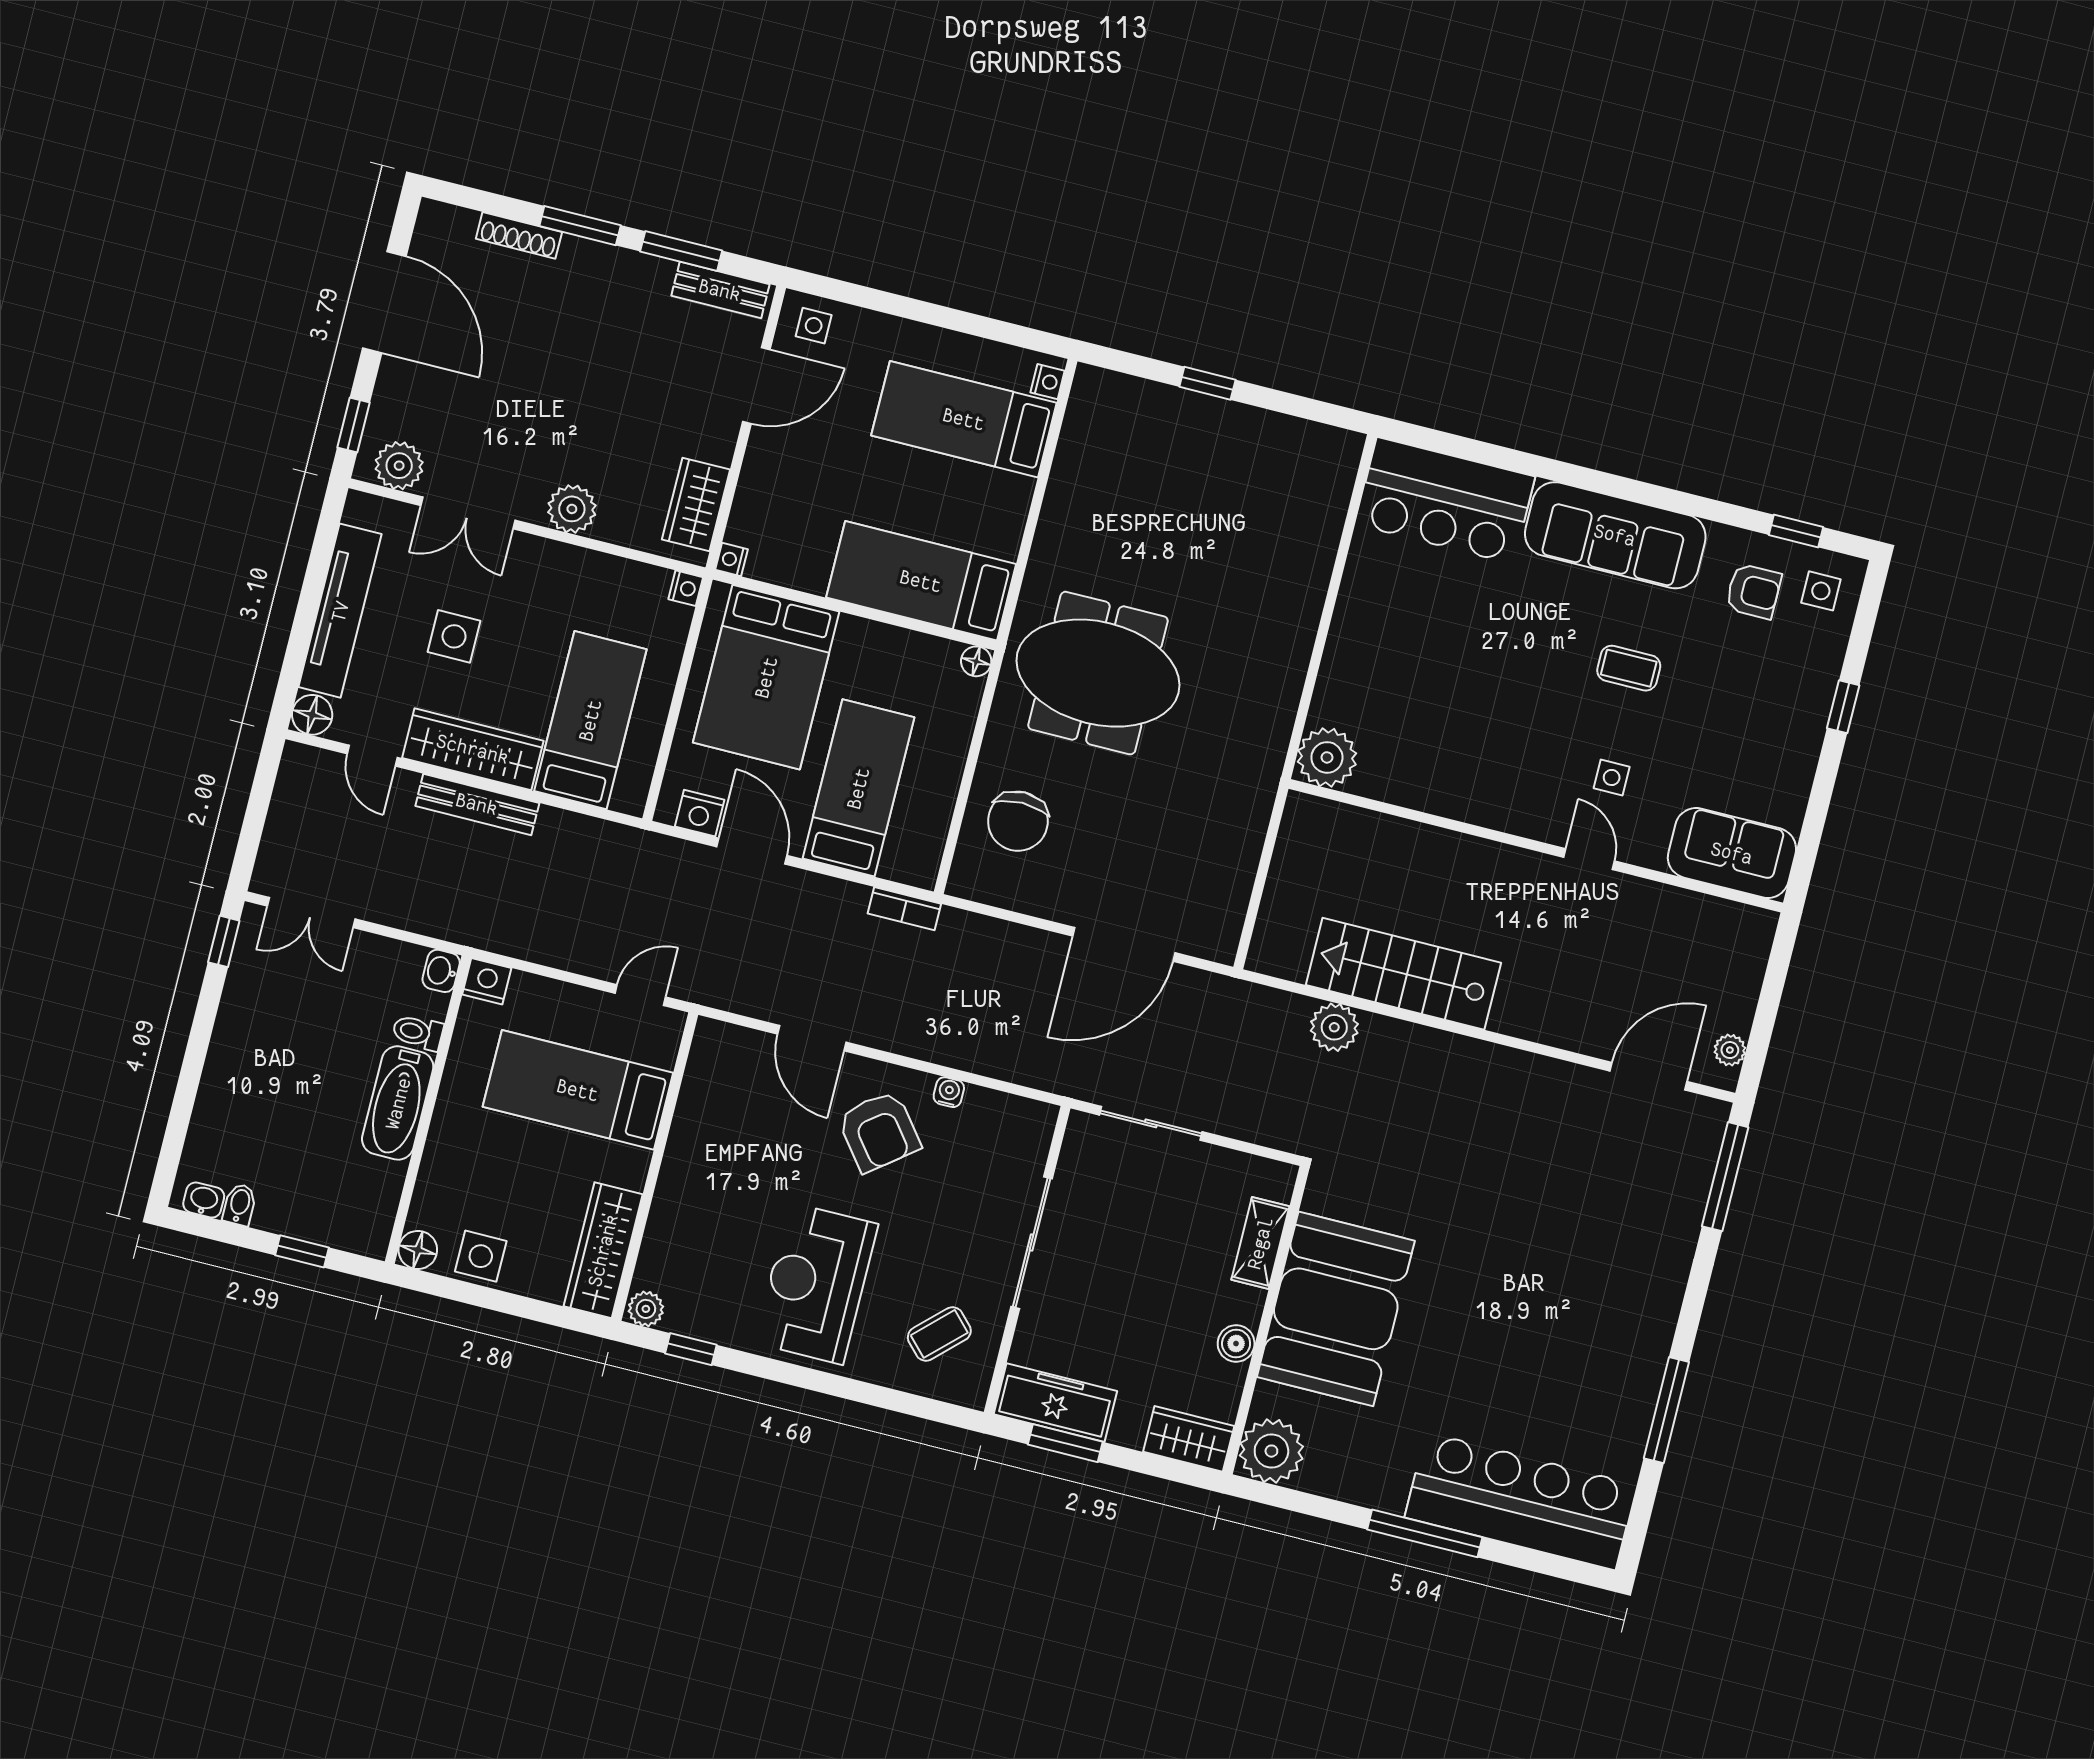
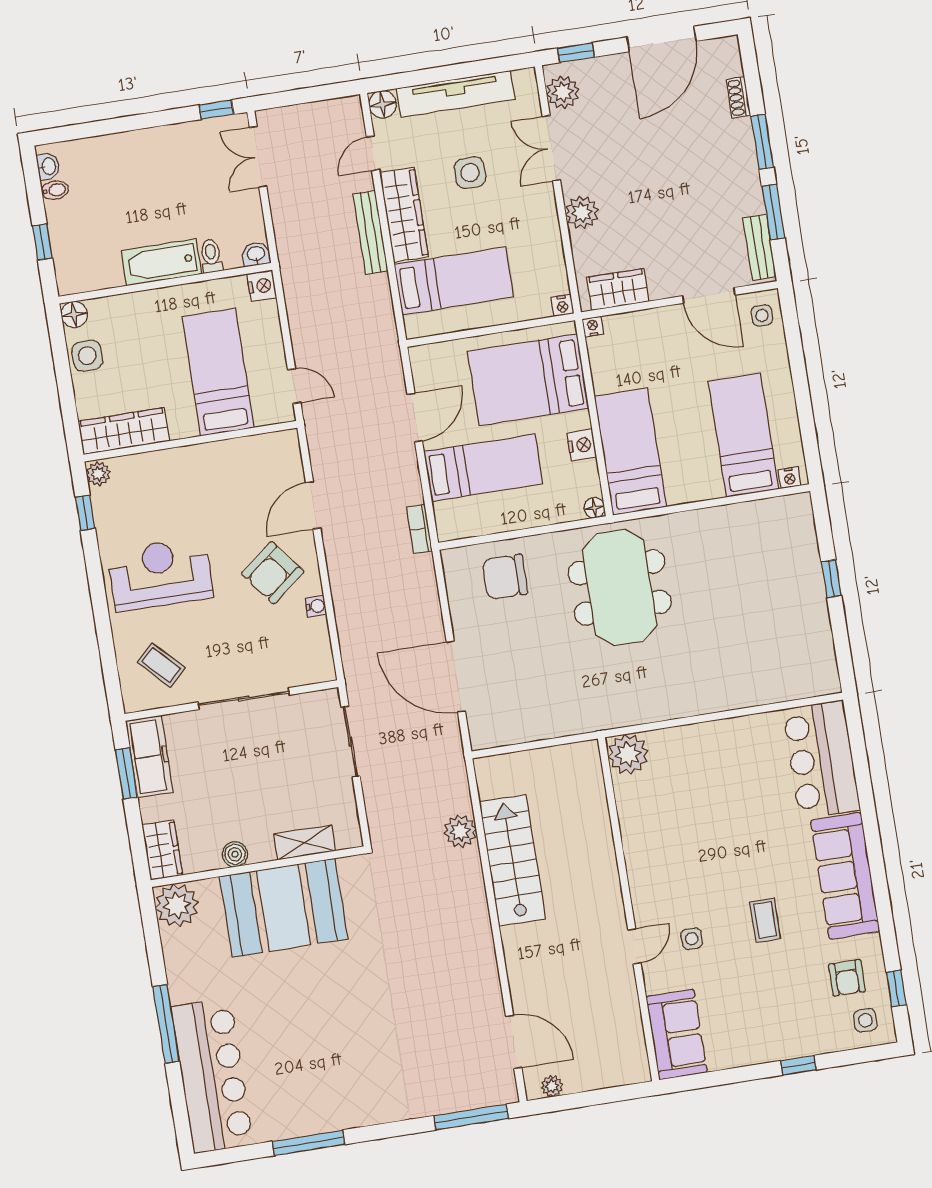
shoe rack: (519, 235) -> (738, 98), width x0.70
nightstand: (700, 813) -> (582, 445), moved, turned 180

